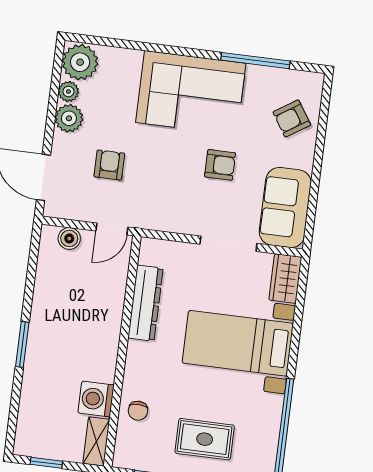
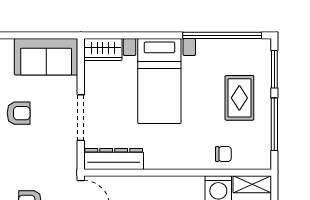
armchair: (220, 165) -> (19, 113), turned 90
doorway: (228, 244) -> (81, 118), moved
dresser: (145, 303) -> (114, 159), moved

